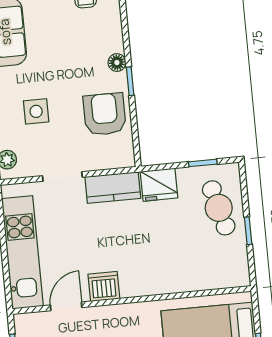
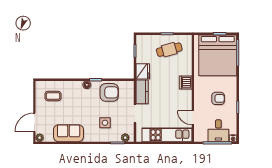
armchair: (105, 114) -> (109, 92), turned 180
cafe table: (219, 208) -> (169, 50), moved
dishwasher: (104, 286) -> (186, 82), moved

